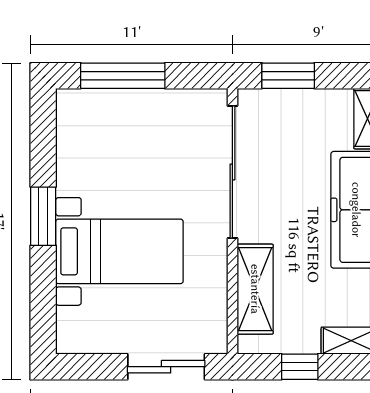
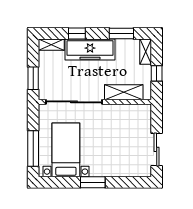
bed with nightstands: (119, 251) -> (66, 150), moved
sliding door: (166, 367) -> (157, 149), moved

